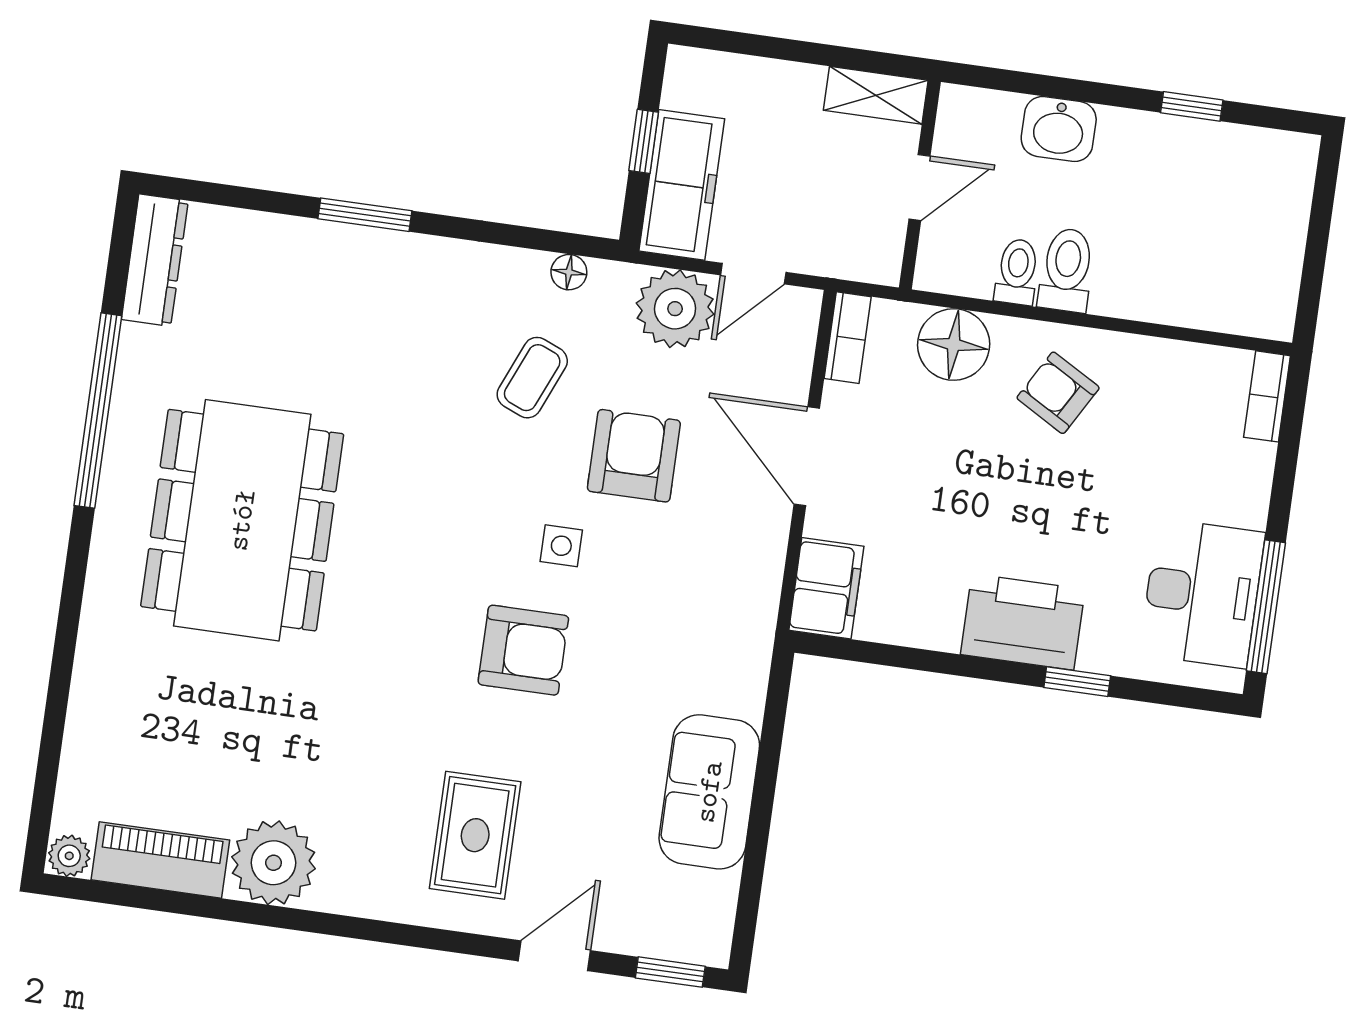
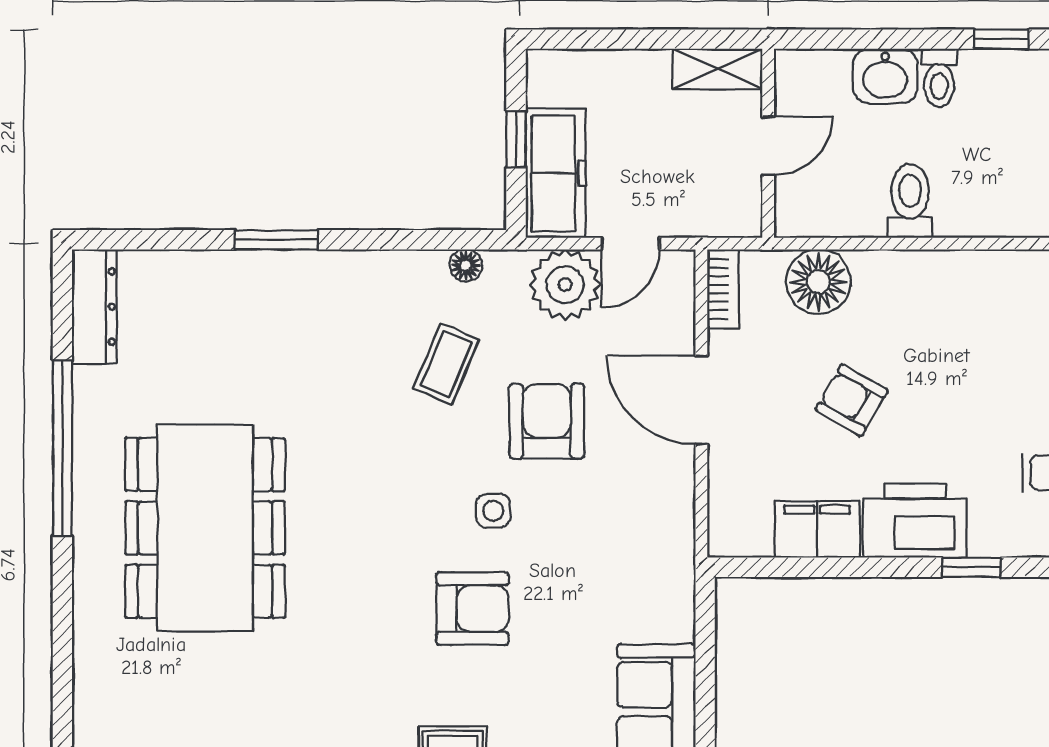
toilet: (1017, 272) -> (939, 78), moved, turned 180
armchair: (1058, 393) -> (852, 400), moved
filing cabinet: (826, 588) -> (817, 529), moved, turned -90

